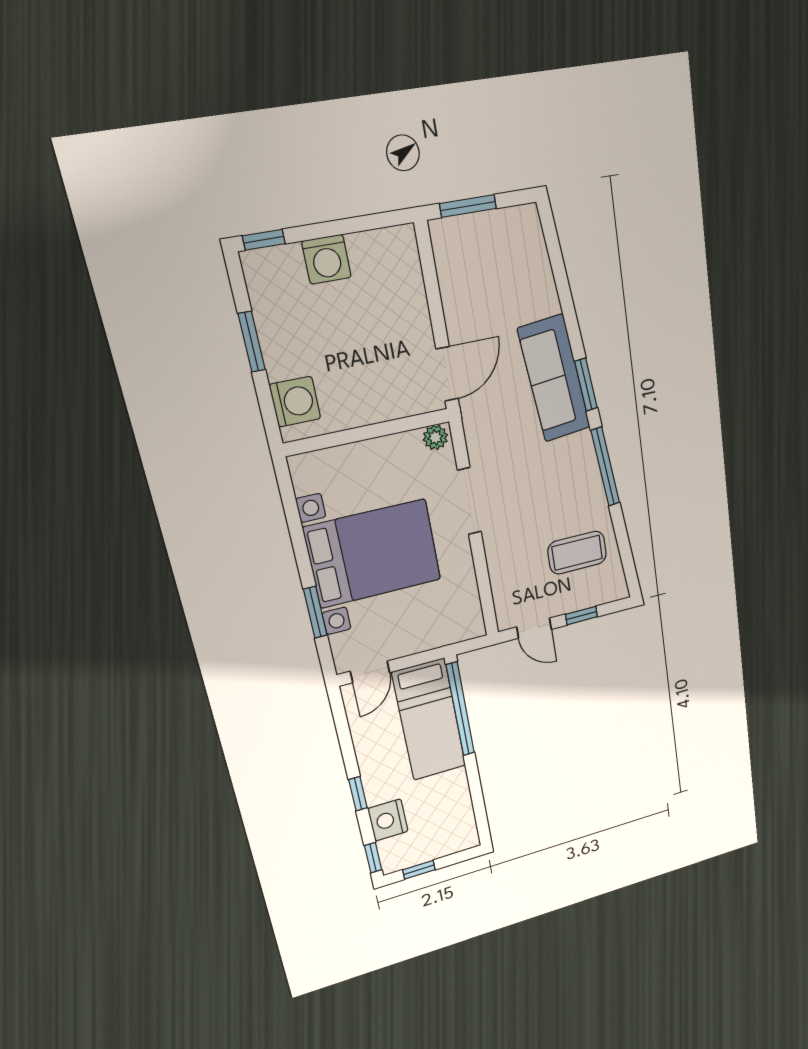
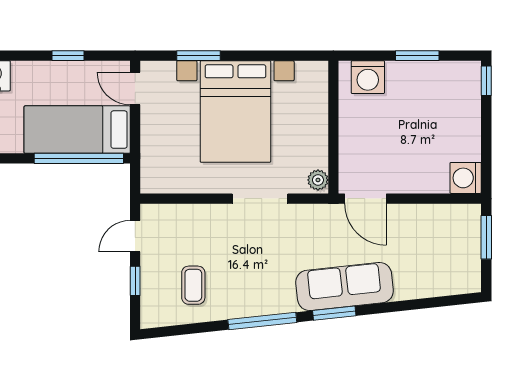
washing machine: (326, 259) -> (466, 178), moved
coffee table: (577, 553) -> (193, 285), width x0.73, depth x0.77
window: (358, 794) -> (68, 56), moved

